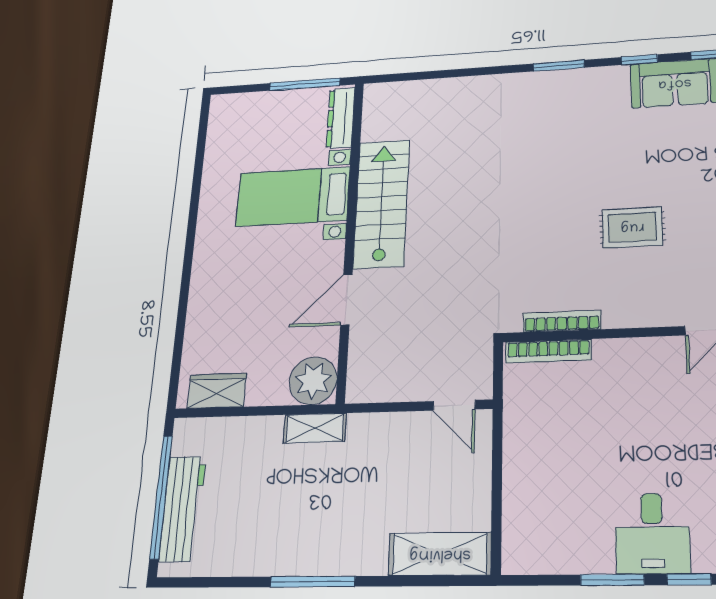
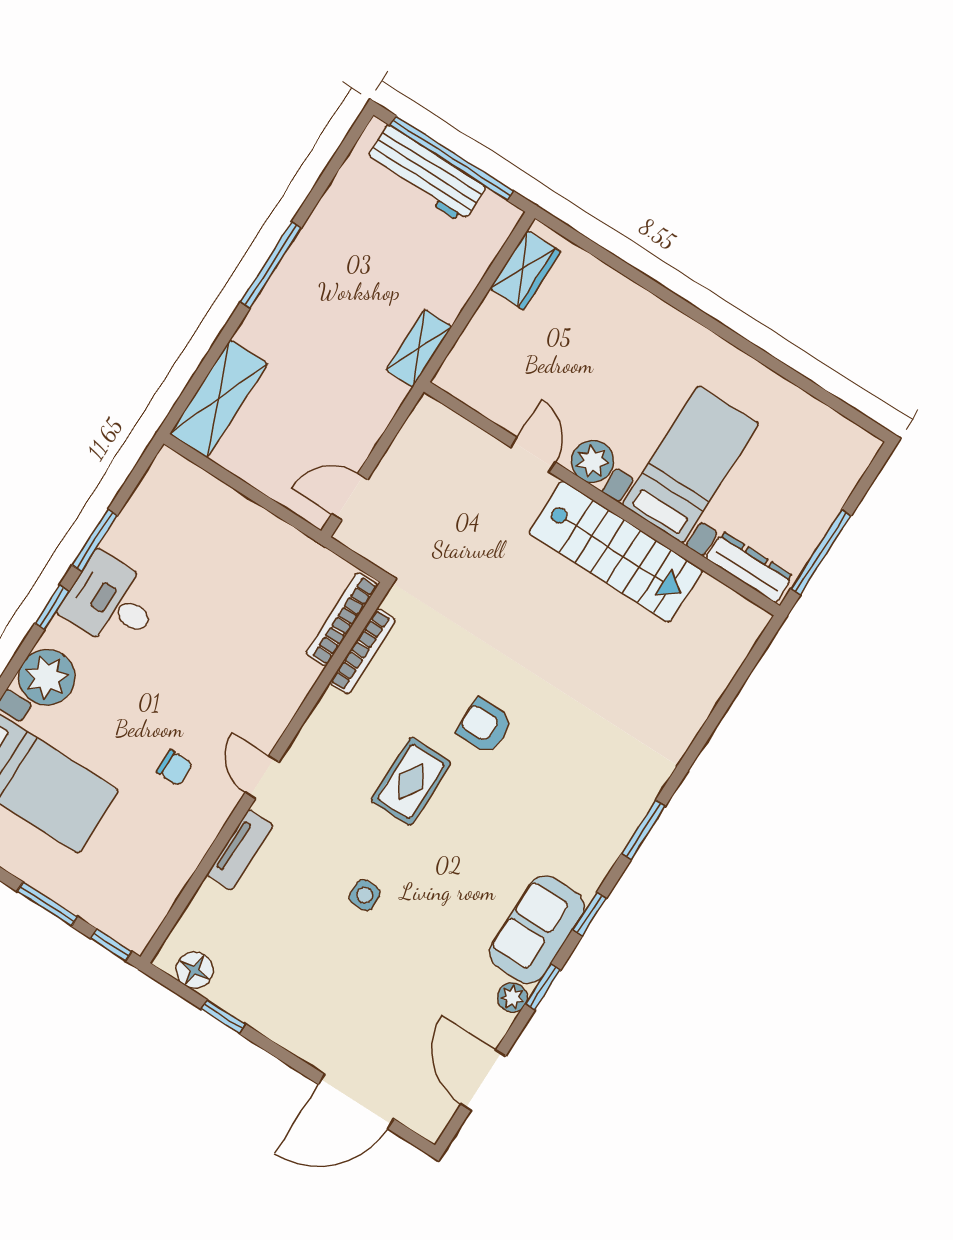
armchair: (559, 206) -> (485, 726), added
door: (346, 299) -> (533, 455), width x0.73
plant: (313, 381) -> (592, 461), moved, width x0.73, depth x0.73

